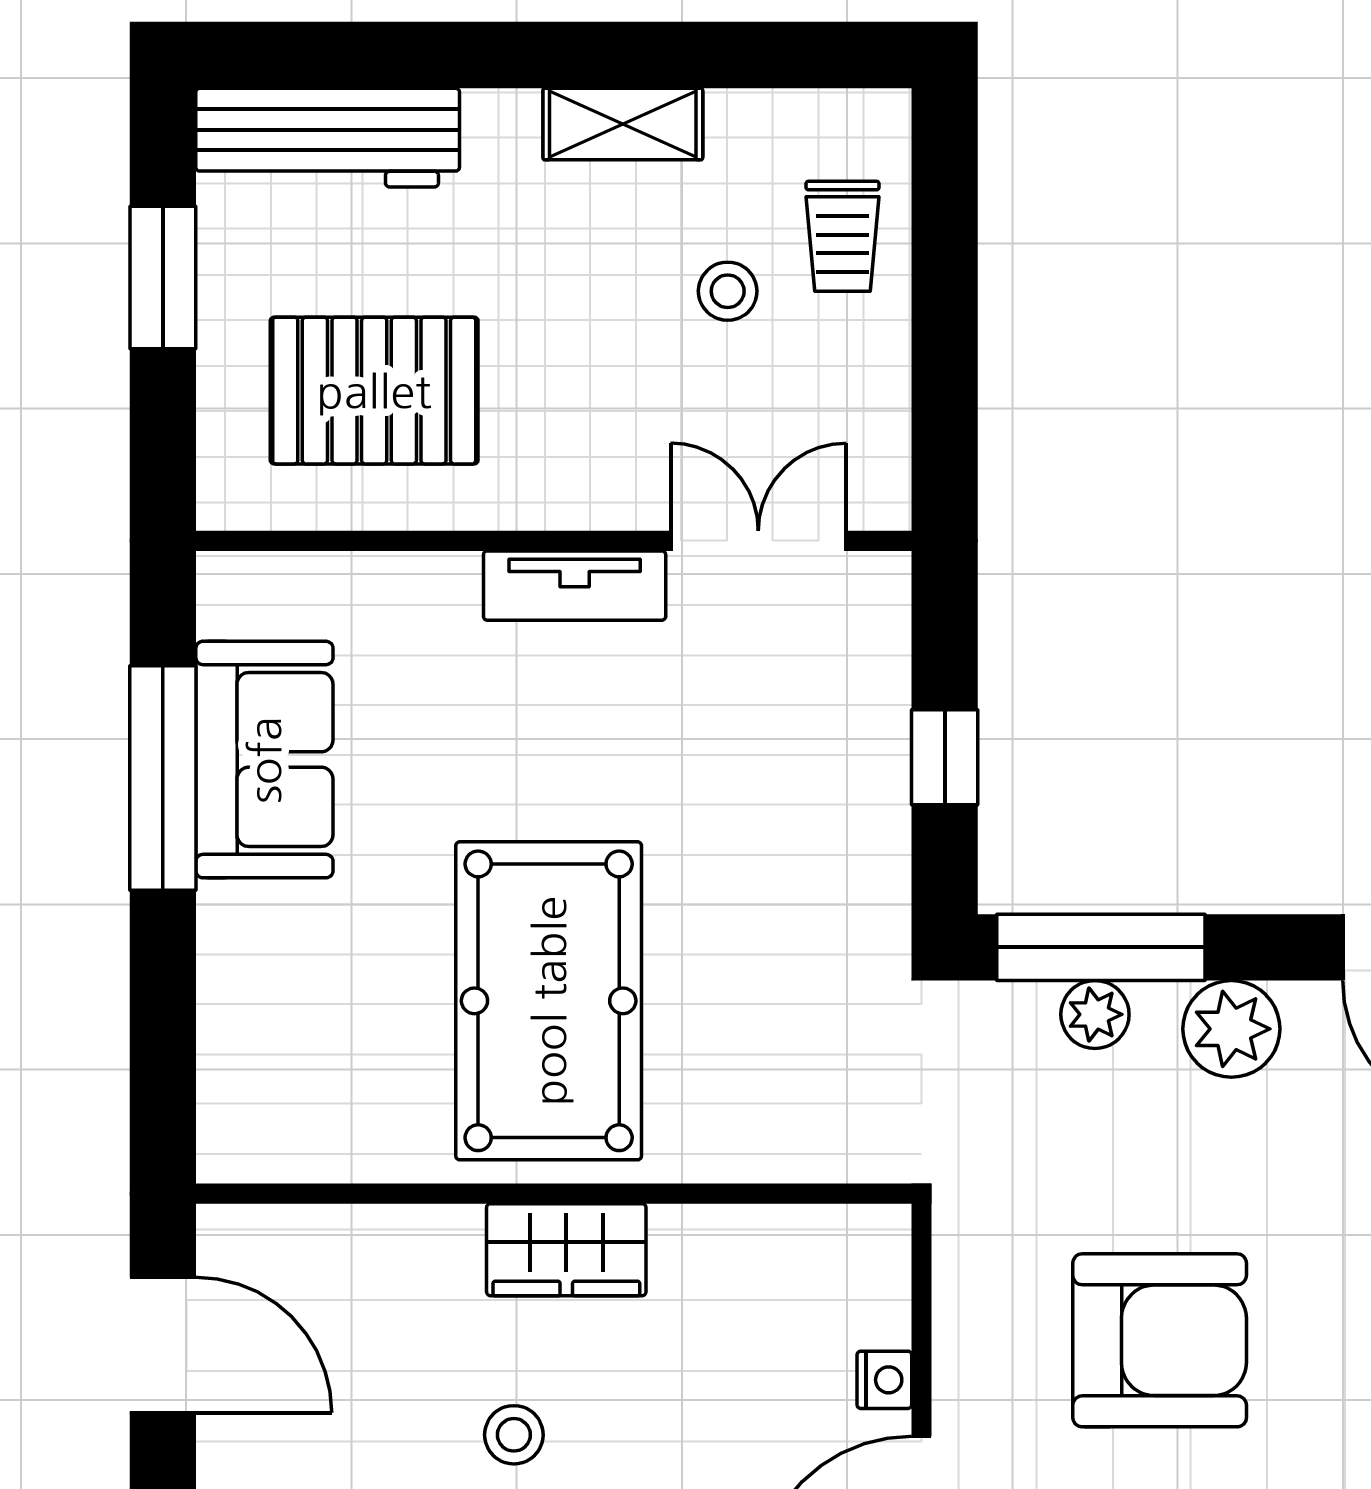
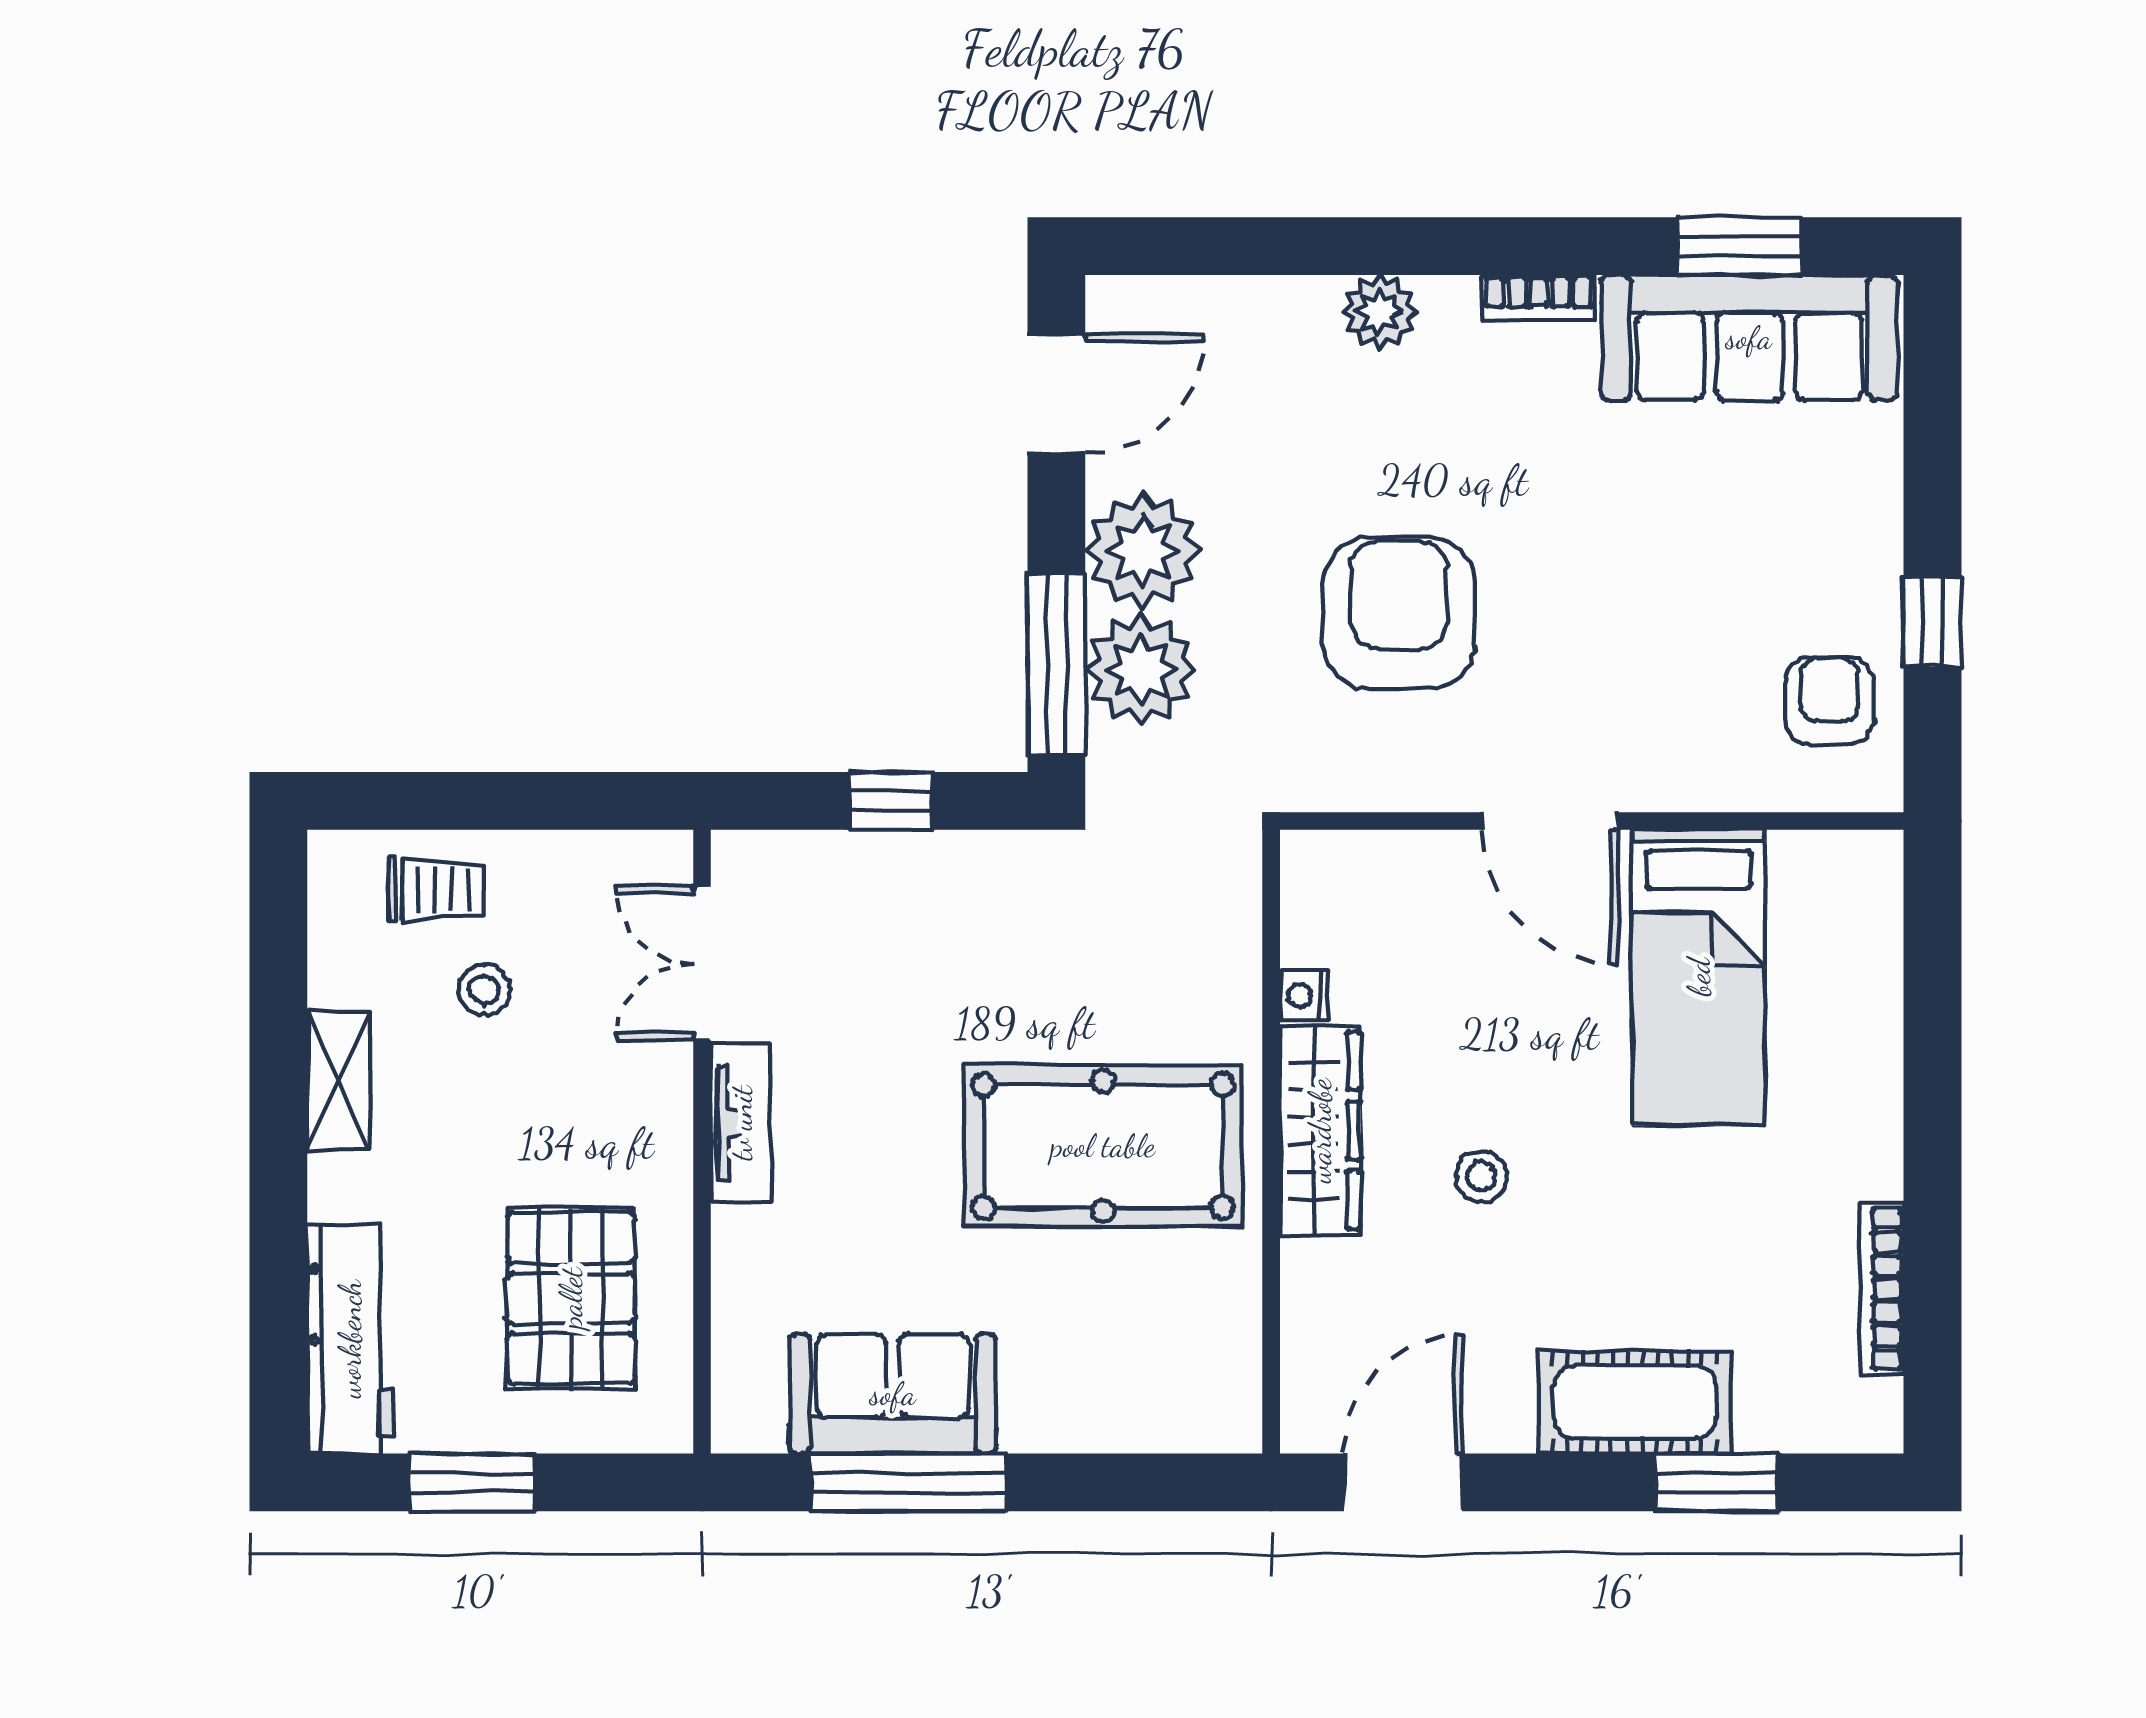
plant: (1095, 1014) -> (1141, 670), width x1.87, depth x1.87
plant: (1231, 1029) -> (1143, 551), width x1.36, depth x1.36
wardrobe: (566, 1250) -> (1320, 1131), width x1.50
nightstand: (884, 1380) -> (1303, 996), moved, turned -90

